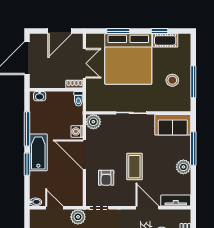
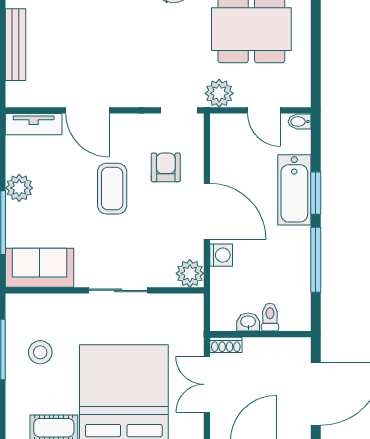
washbasin: (40, 96) -> (248, 322), moved
toilet: (78, 99) -> (270, 317), moved
bathtub: (38, 152) -> (294, 190), moved

